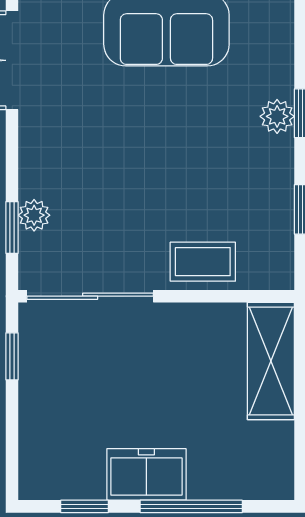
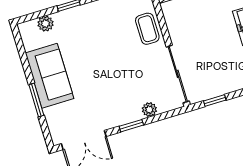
plant: (277, 116) -> (46, 24), moved
window: (12, 228) -> (131, 126), moved

